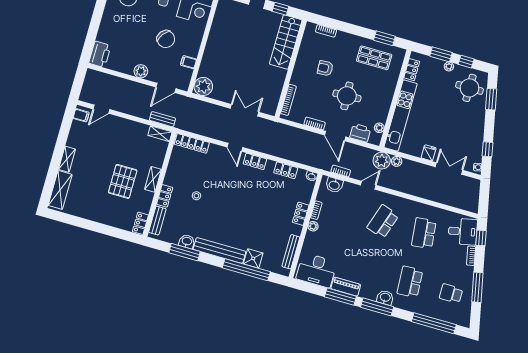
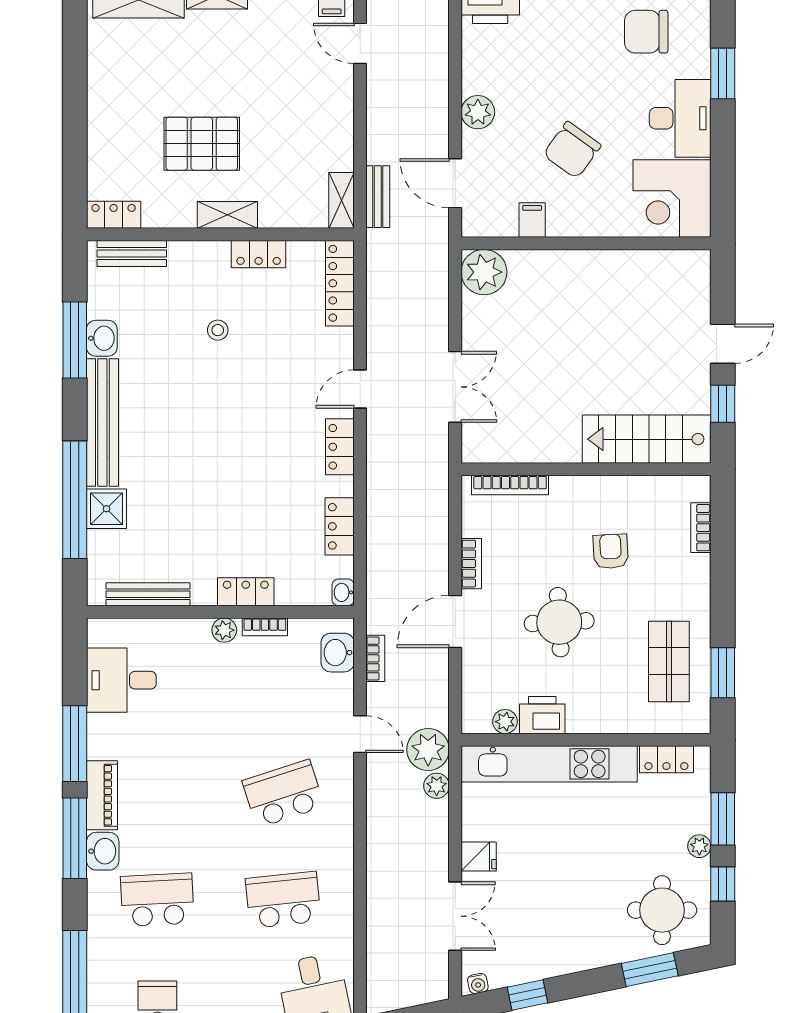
printer: (360, 133) -> (542, 715), moved, turned -90
locker: (165, 196) -> (259, 254), moved
school desk: (383, 221) -> (283, 794), turned -36
desk: (316, 270) -> (121, 680), width x0.73
piano: (346, 287) -> (102, 795), moved

